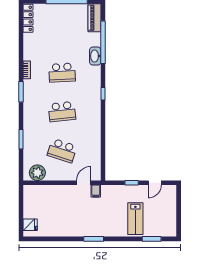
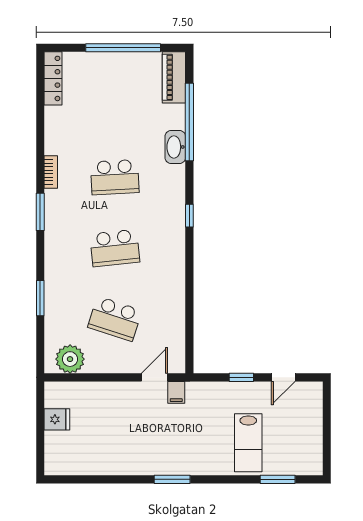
fridge: (30, 225) -> (57, 419), moved

